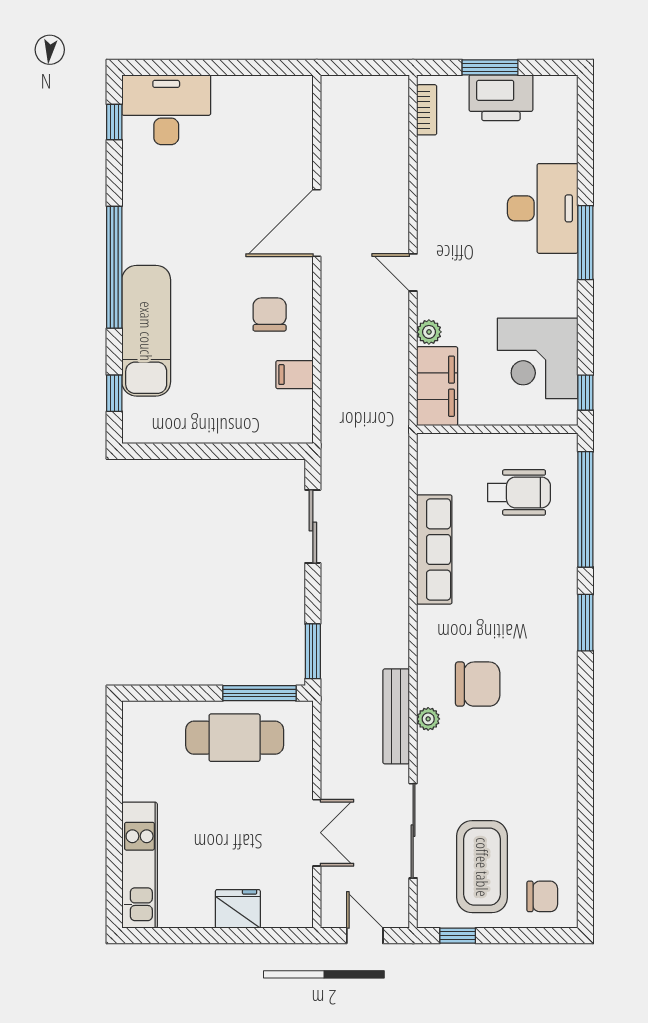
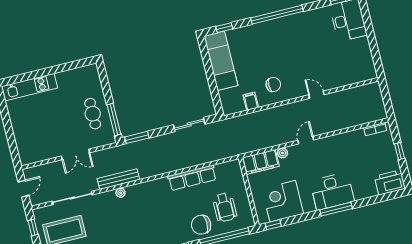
window: (490, 67) -> (400, 151), width x0.67
printer: (501, 98) -> (390, 182), moved, turned 90
desk: (543, 208) -> (332, 191), moved
door: (317, 223) -> (316, 95), width x0.53
exam couch: (146, 331) -> (221, 61), moved, turned -90
chair: (478, 684) -> (201, 225), moved, turned 90
cafe table: (235, 738) -> (93, 114), width x0.73, depth x0.74
double door: (317, 833) -> (76, 154), moved
fridge: (238, 909) -> (21, 133), removed

